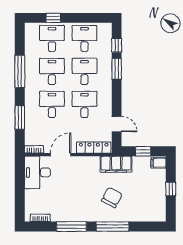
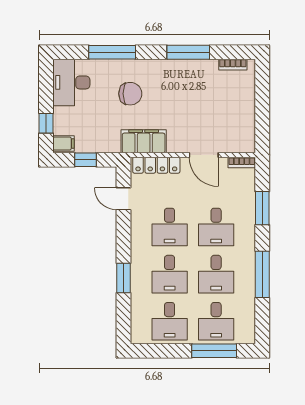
window: (53, 18) -> (214, 351), width x2.17
window: (117, 45) -> (124, 312), removed
door: (61, 155) -> (204, 155), hinge flipped
filing cabinet: (116, 164) -> (144, 141), moved
desk: (37, 172) -> (71, 82), moved, turned 180
window: (171, 189) -> (46, 123), moved
chair: (112, 197) -> (130, 94), turned -118
window: (112, 227) -> (112, 52), moved

